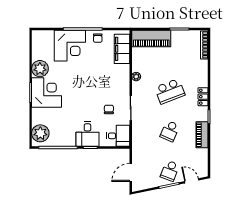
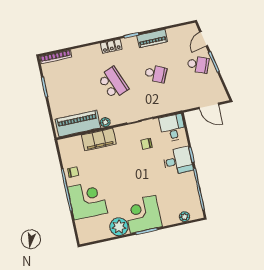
piano: (151, 39) -> (78, 124), moved, turned -90
filing cabinet: (122, 49) -> (99, 139), moved
plant: (40, 133) -> (185, 217), width x0.53, depth x0.53

